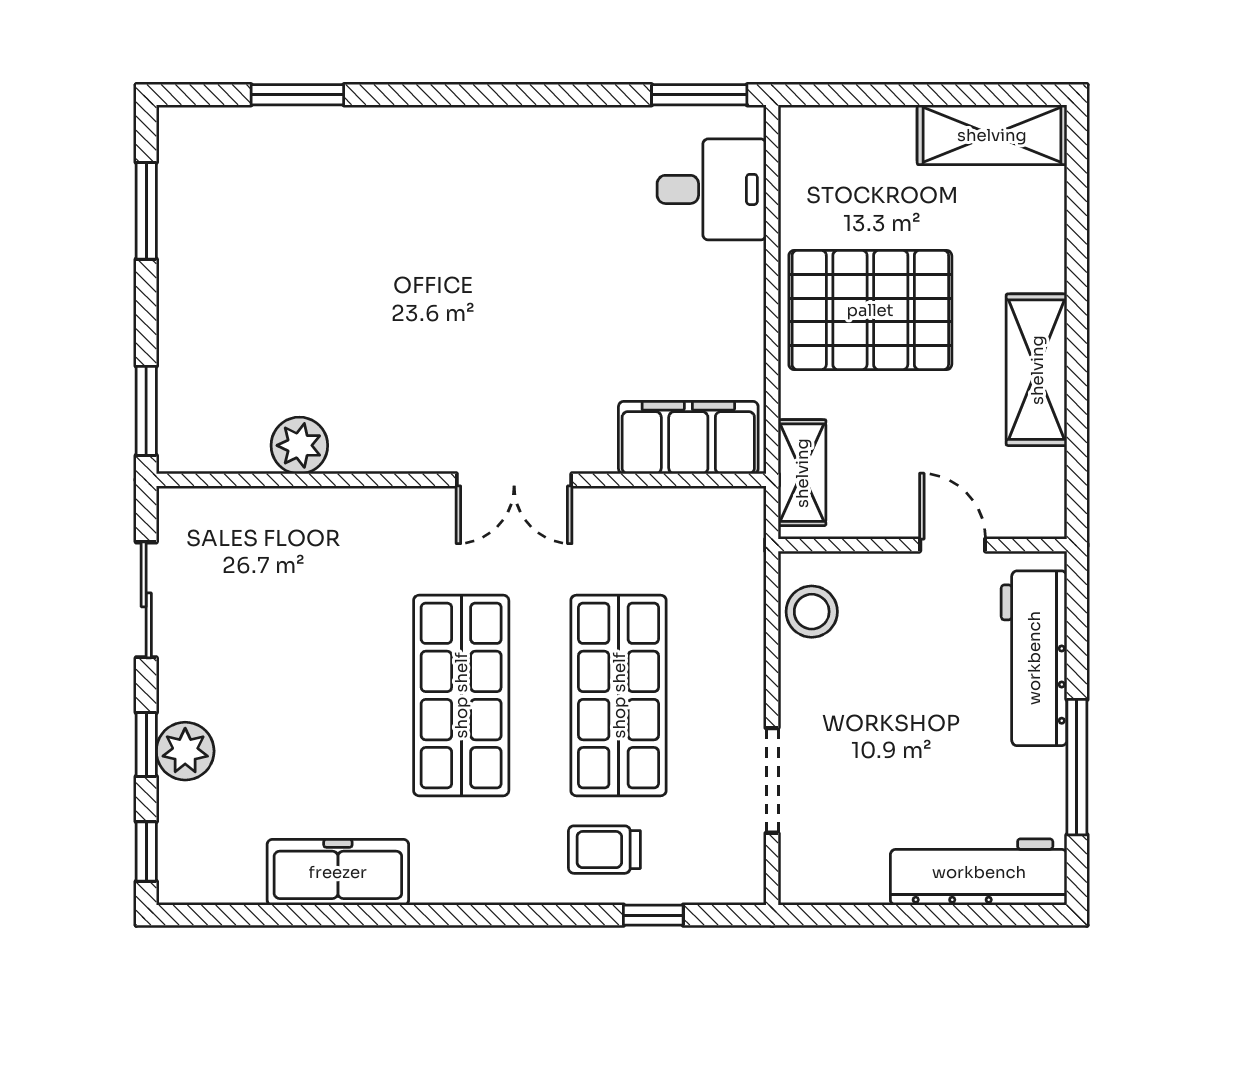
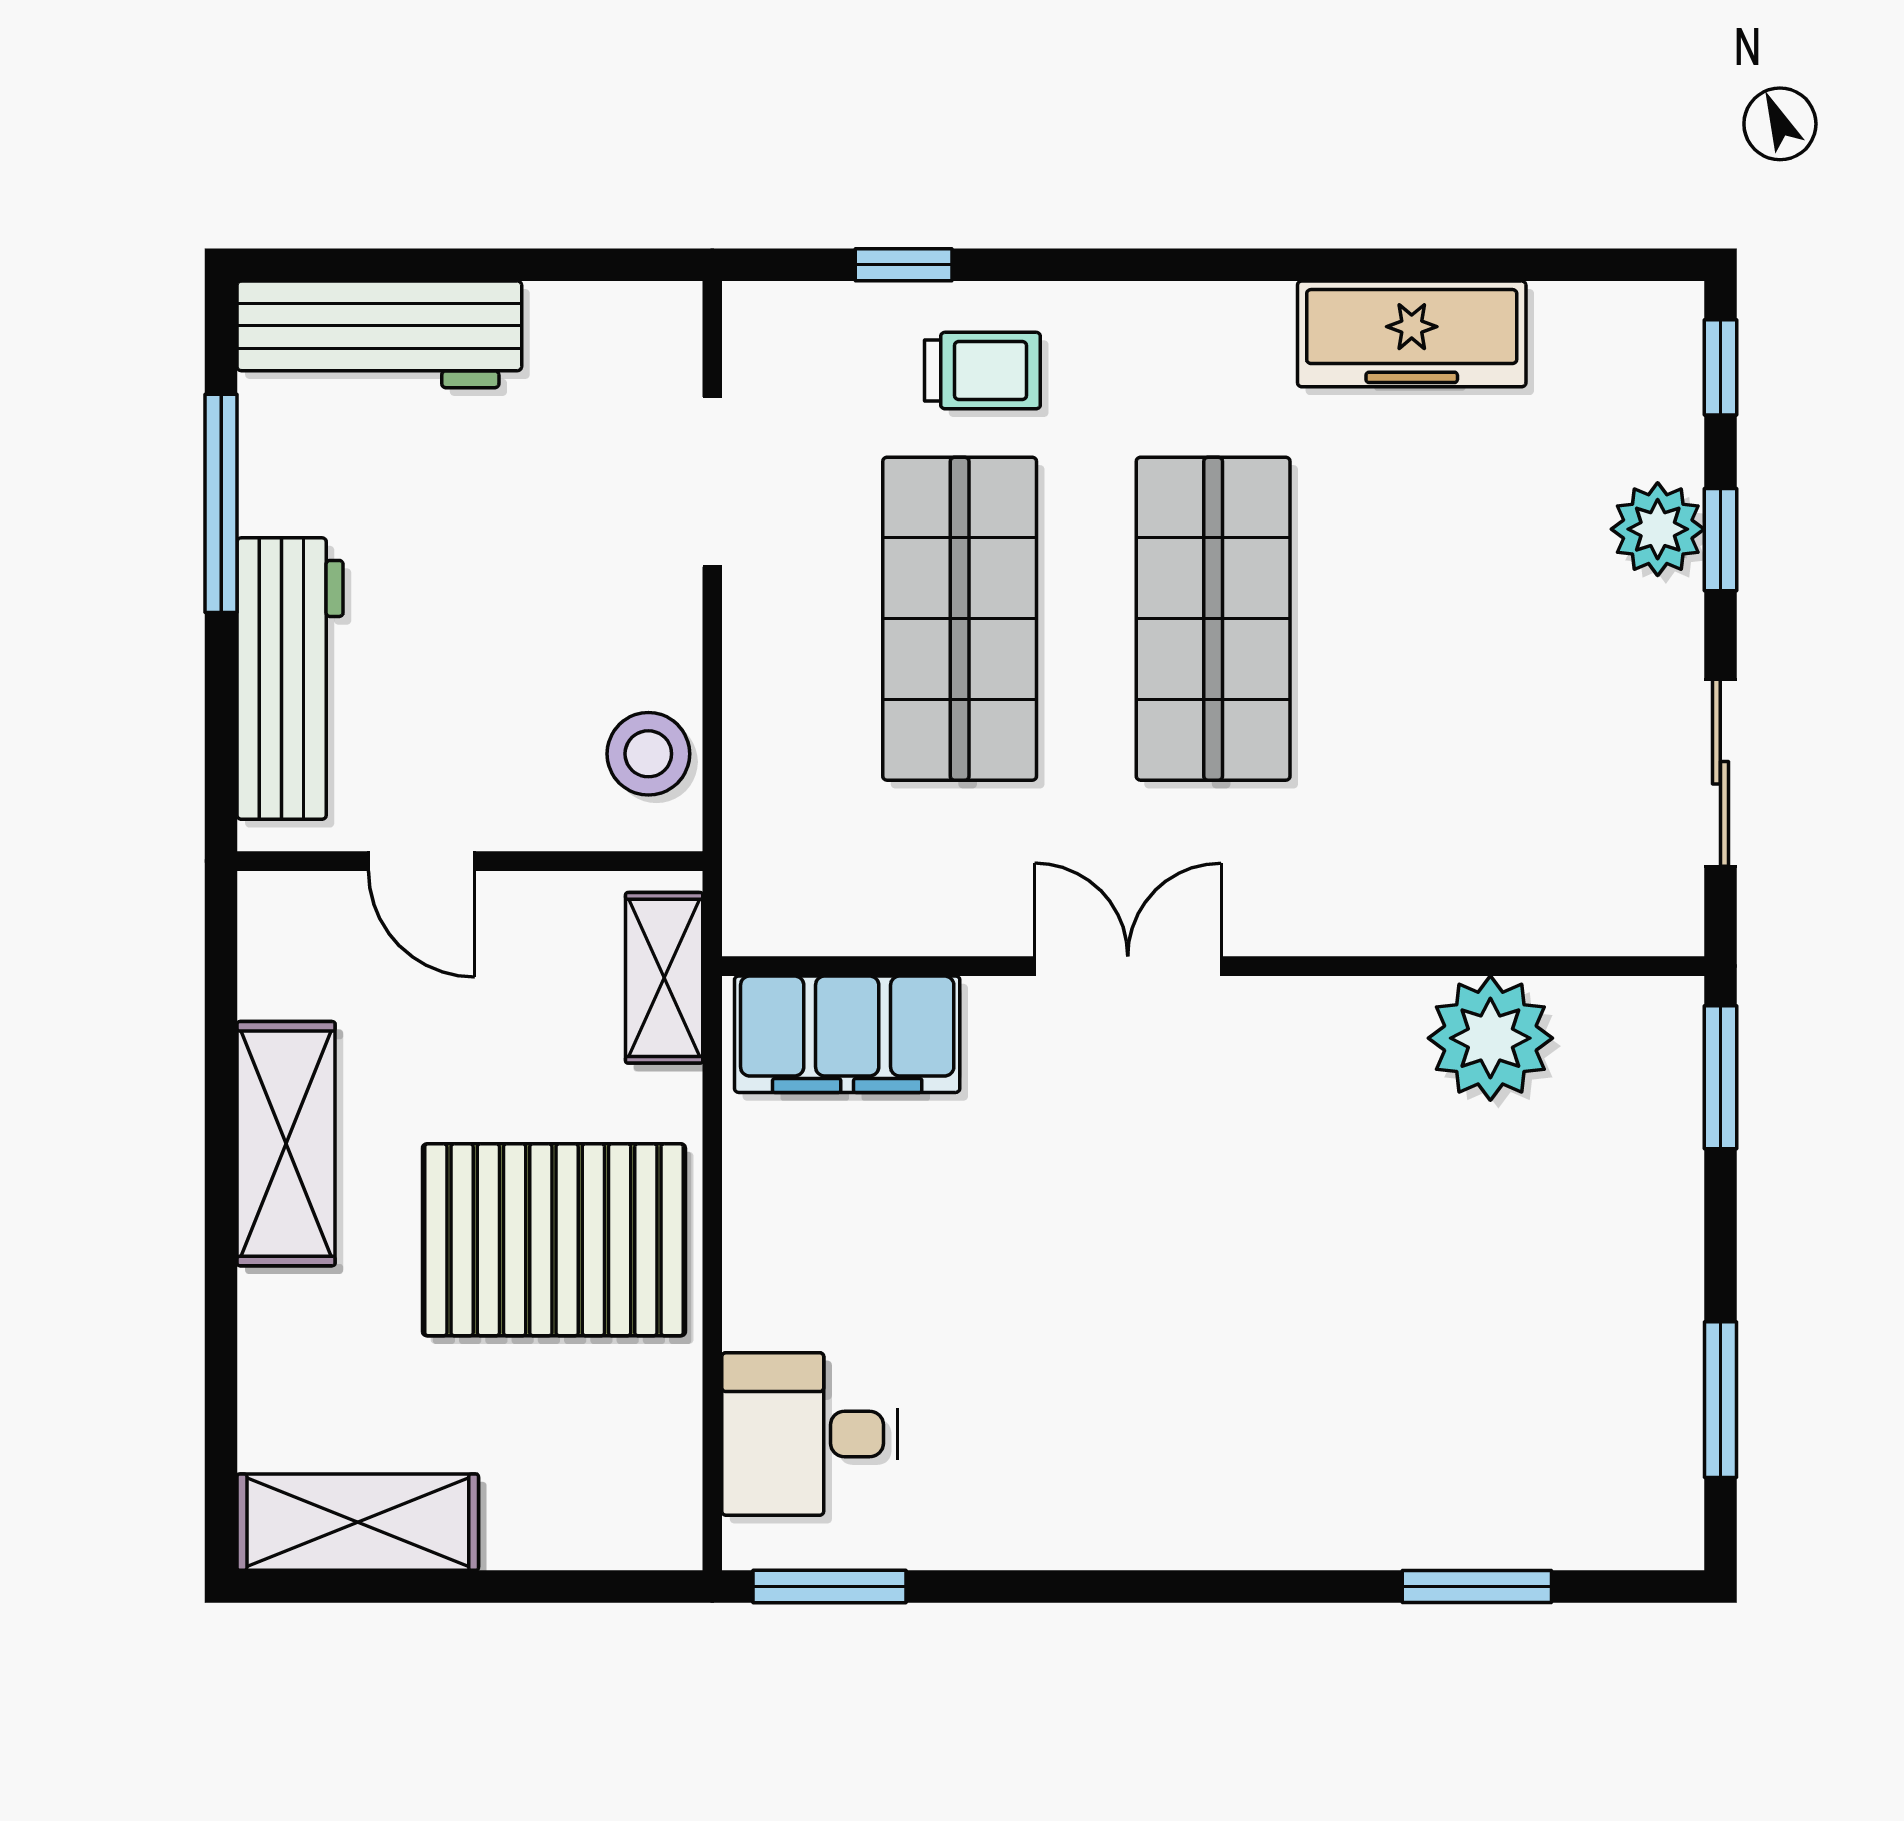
plant: (299, 445) -> (1490, 1038), width x1.36, depth x1.36

